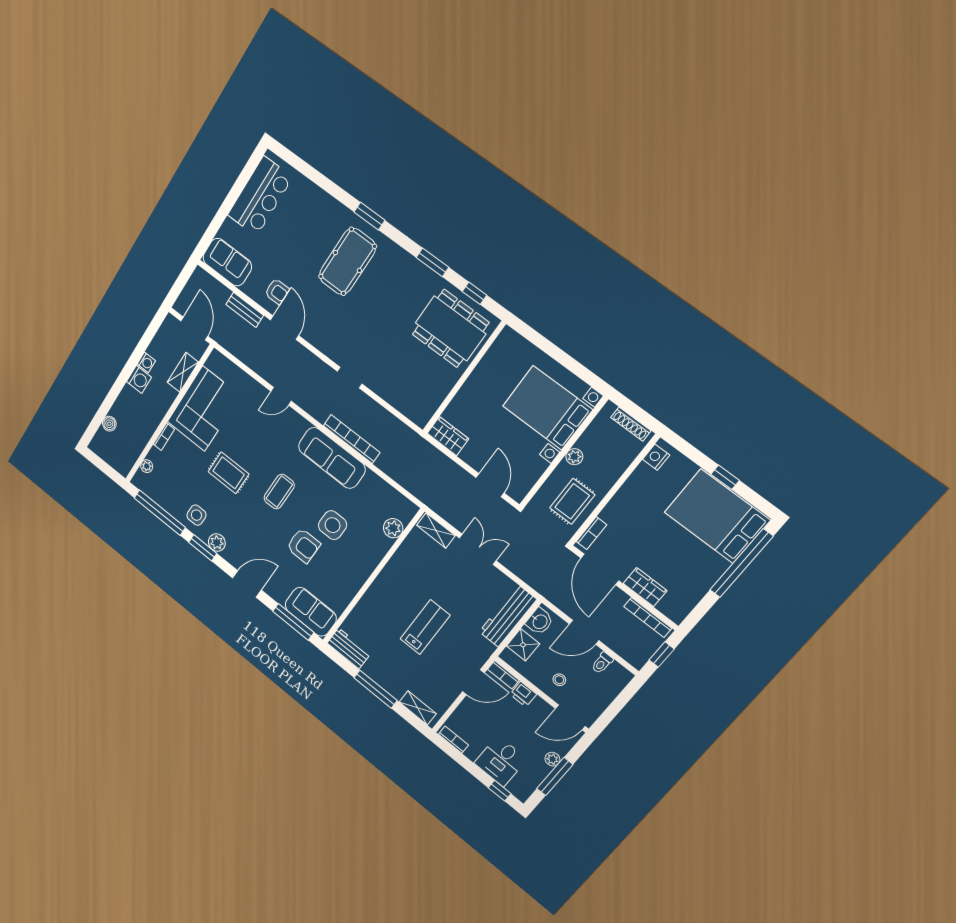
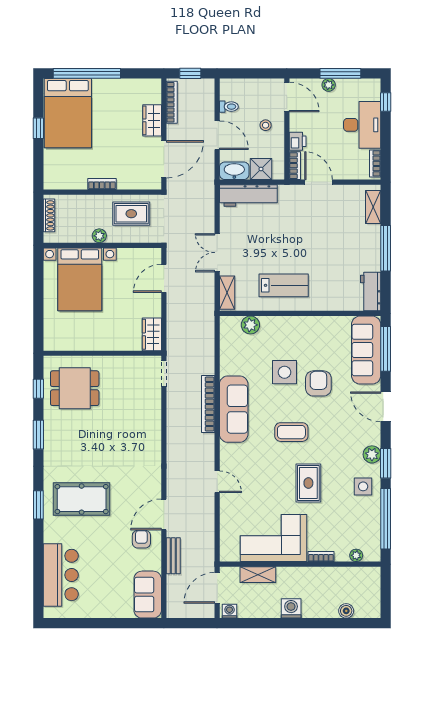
bar counter: (260, 196) -> (61, 575), moved, turned 90
dining table: (451, 328) -> (75, 388), width x0.73
washing machine: (146, 362) -> (230, 611), moved
doorway: (350, 378) -> (164, 374), moved
nightstand: (656, 457) -> (59, 182), removed
bookcase: (591, 533) -> (102, 184), moved
sofa: (311, 612) -> (366, 350), width x1.36
washbasin: (540, 621) -> (234, 171), width x1.38
lab bench: (425, 627) -> (284, 285), moved, turned 180
desk: (501, 761) -> (362, 125), width x1.37

